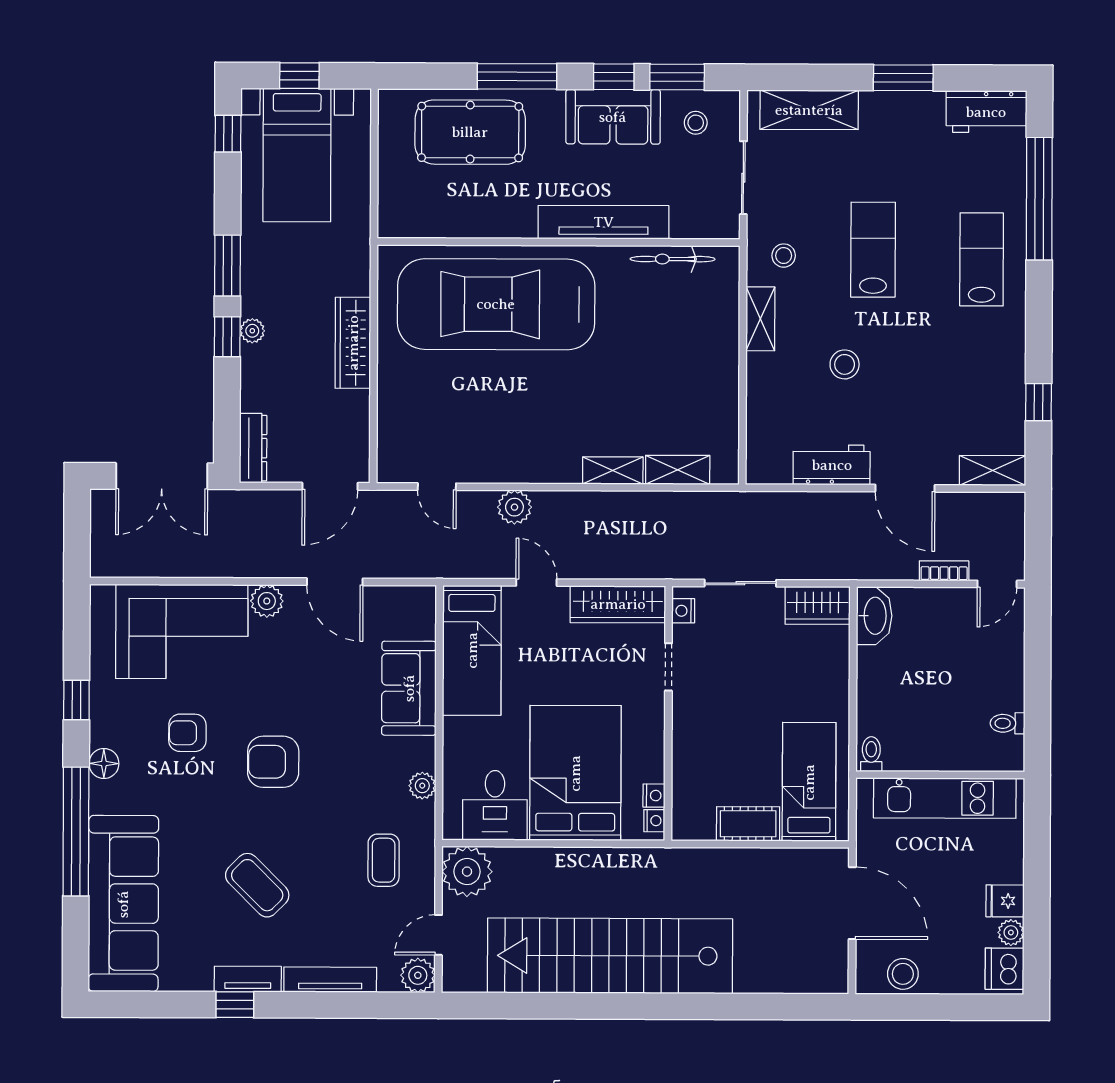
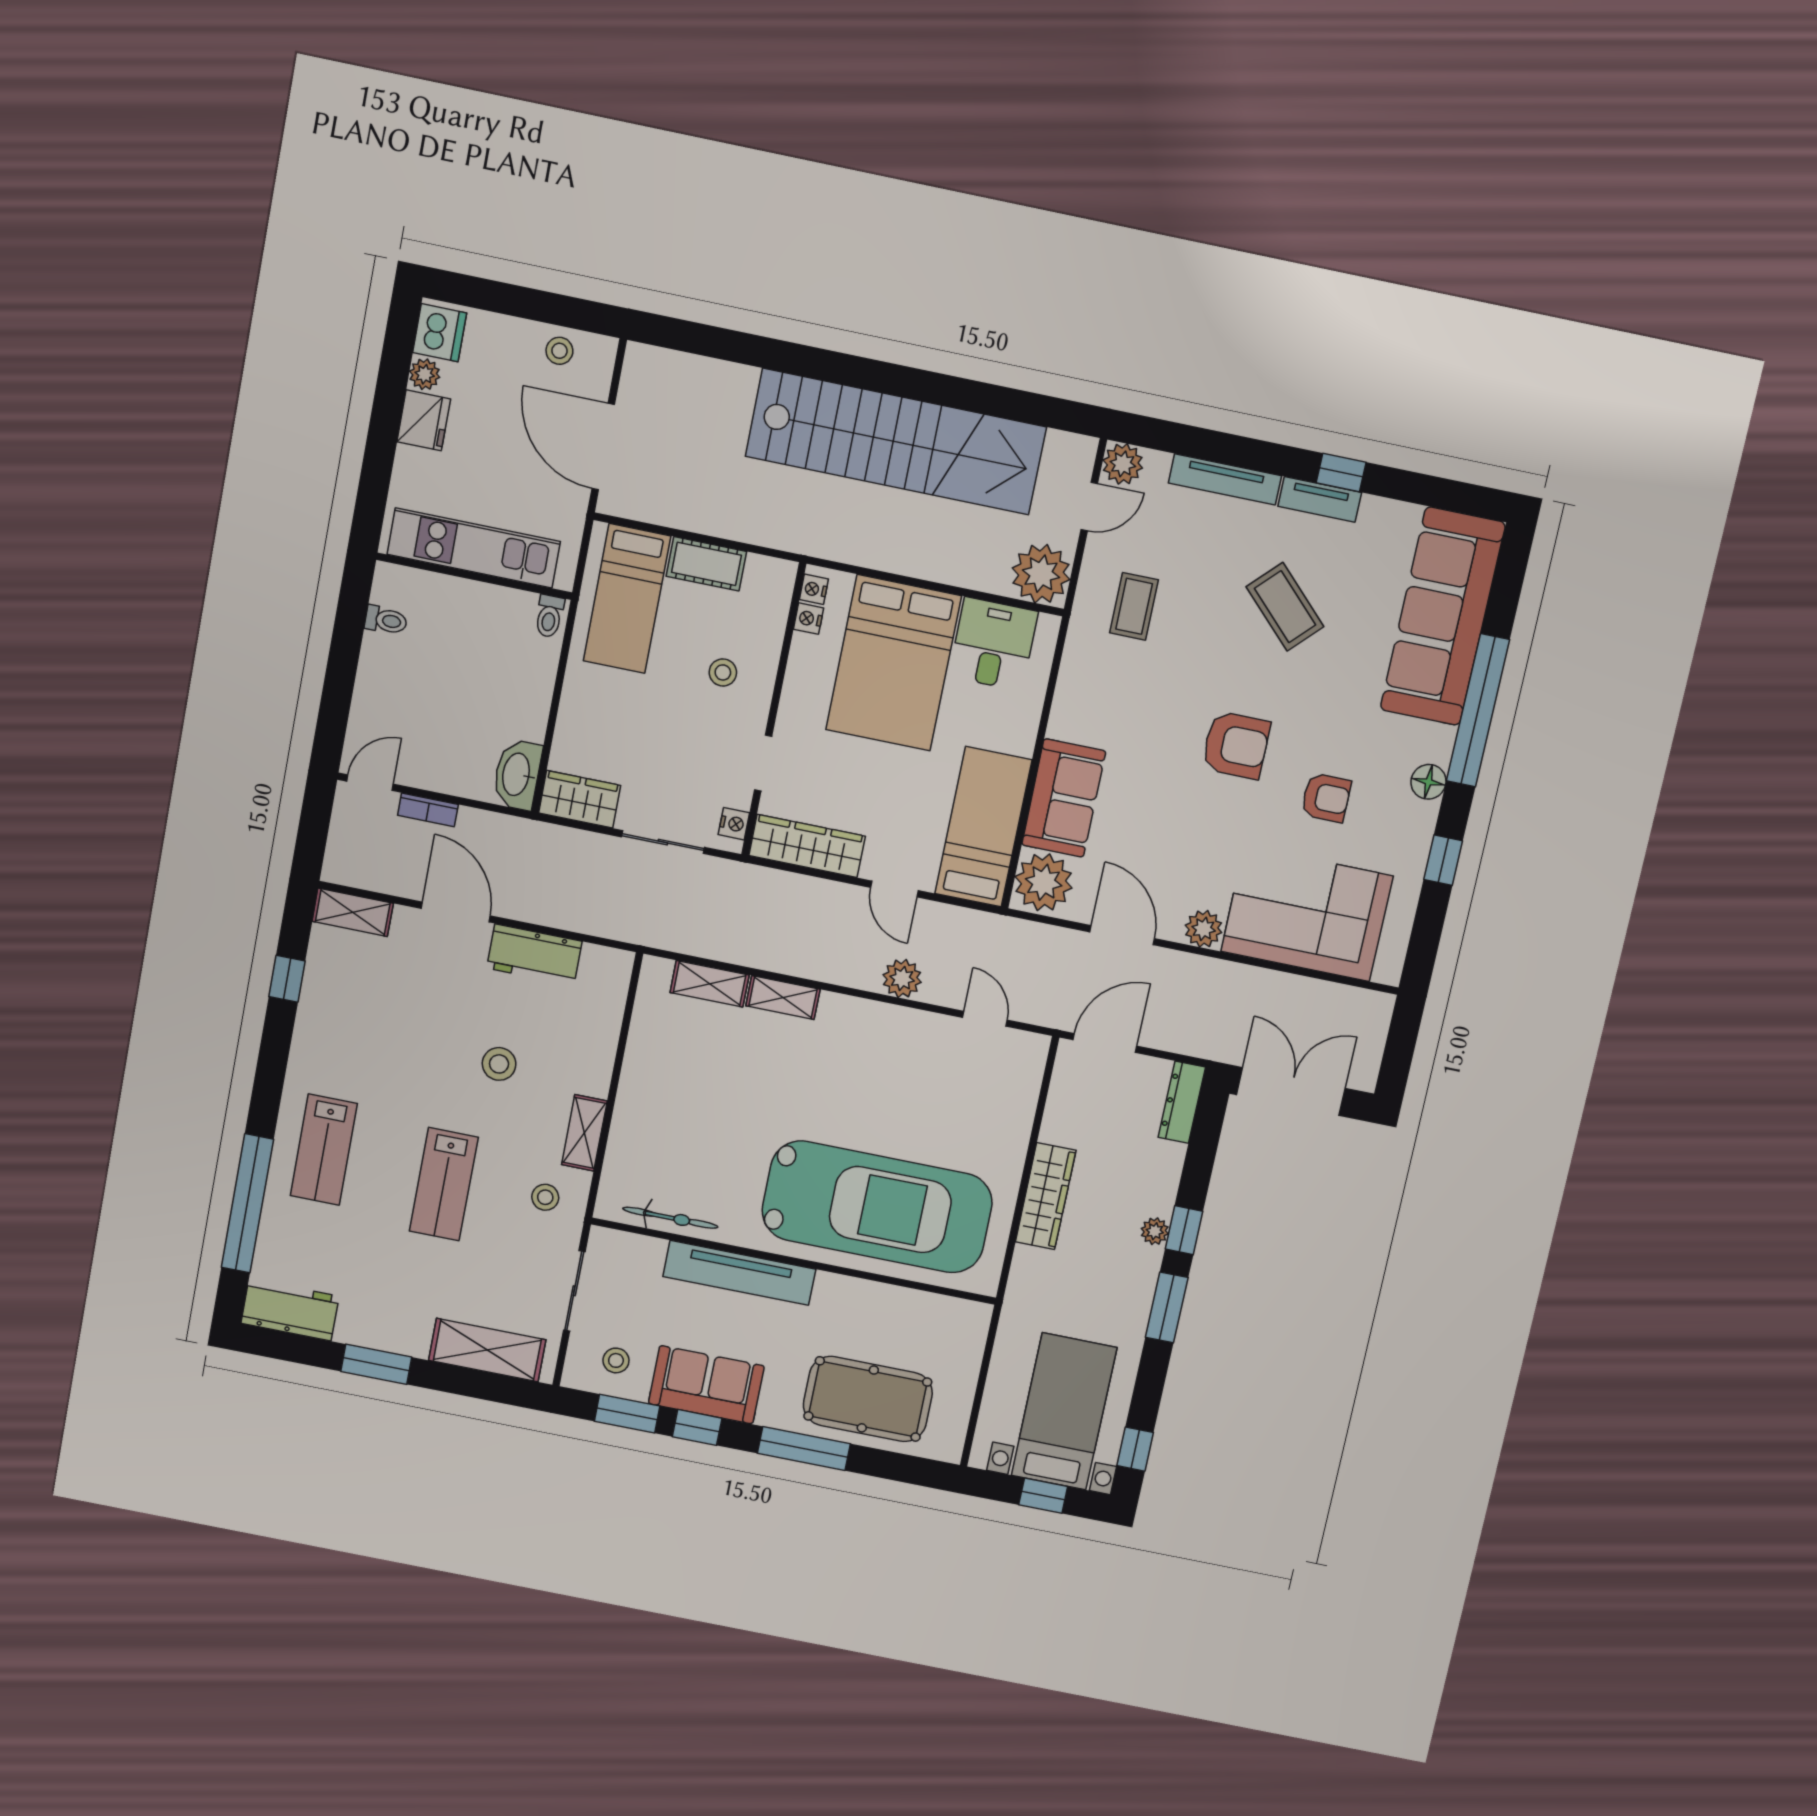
stool: (717, 736) -> (723, 672), added
plant: (422, 786) -> (1044, 882), moved, width x1.87, depth x1.87
fridge: (1005, 901) -> (424, 420), width x1.38
stool: (903, 974) -> (559, 351), width x0.73, depth x0.73

